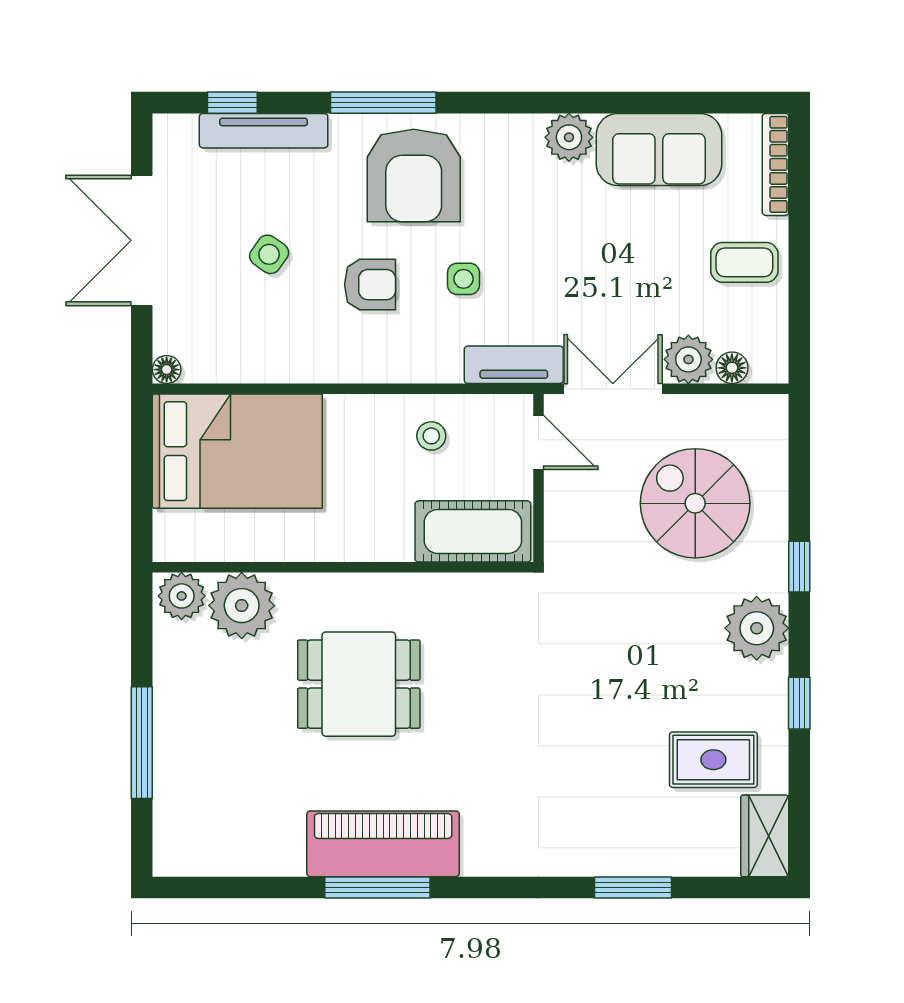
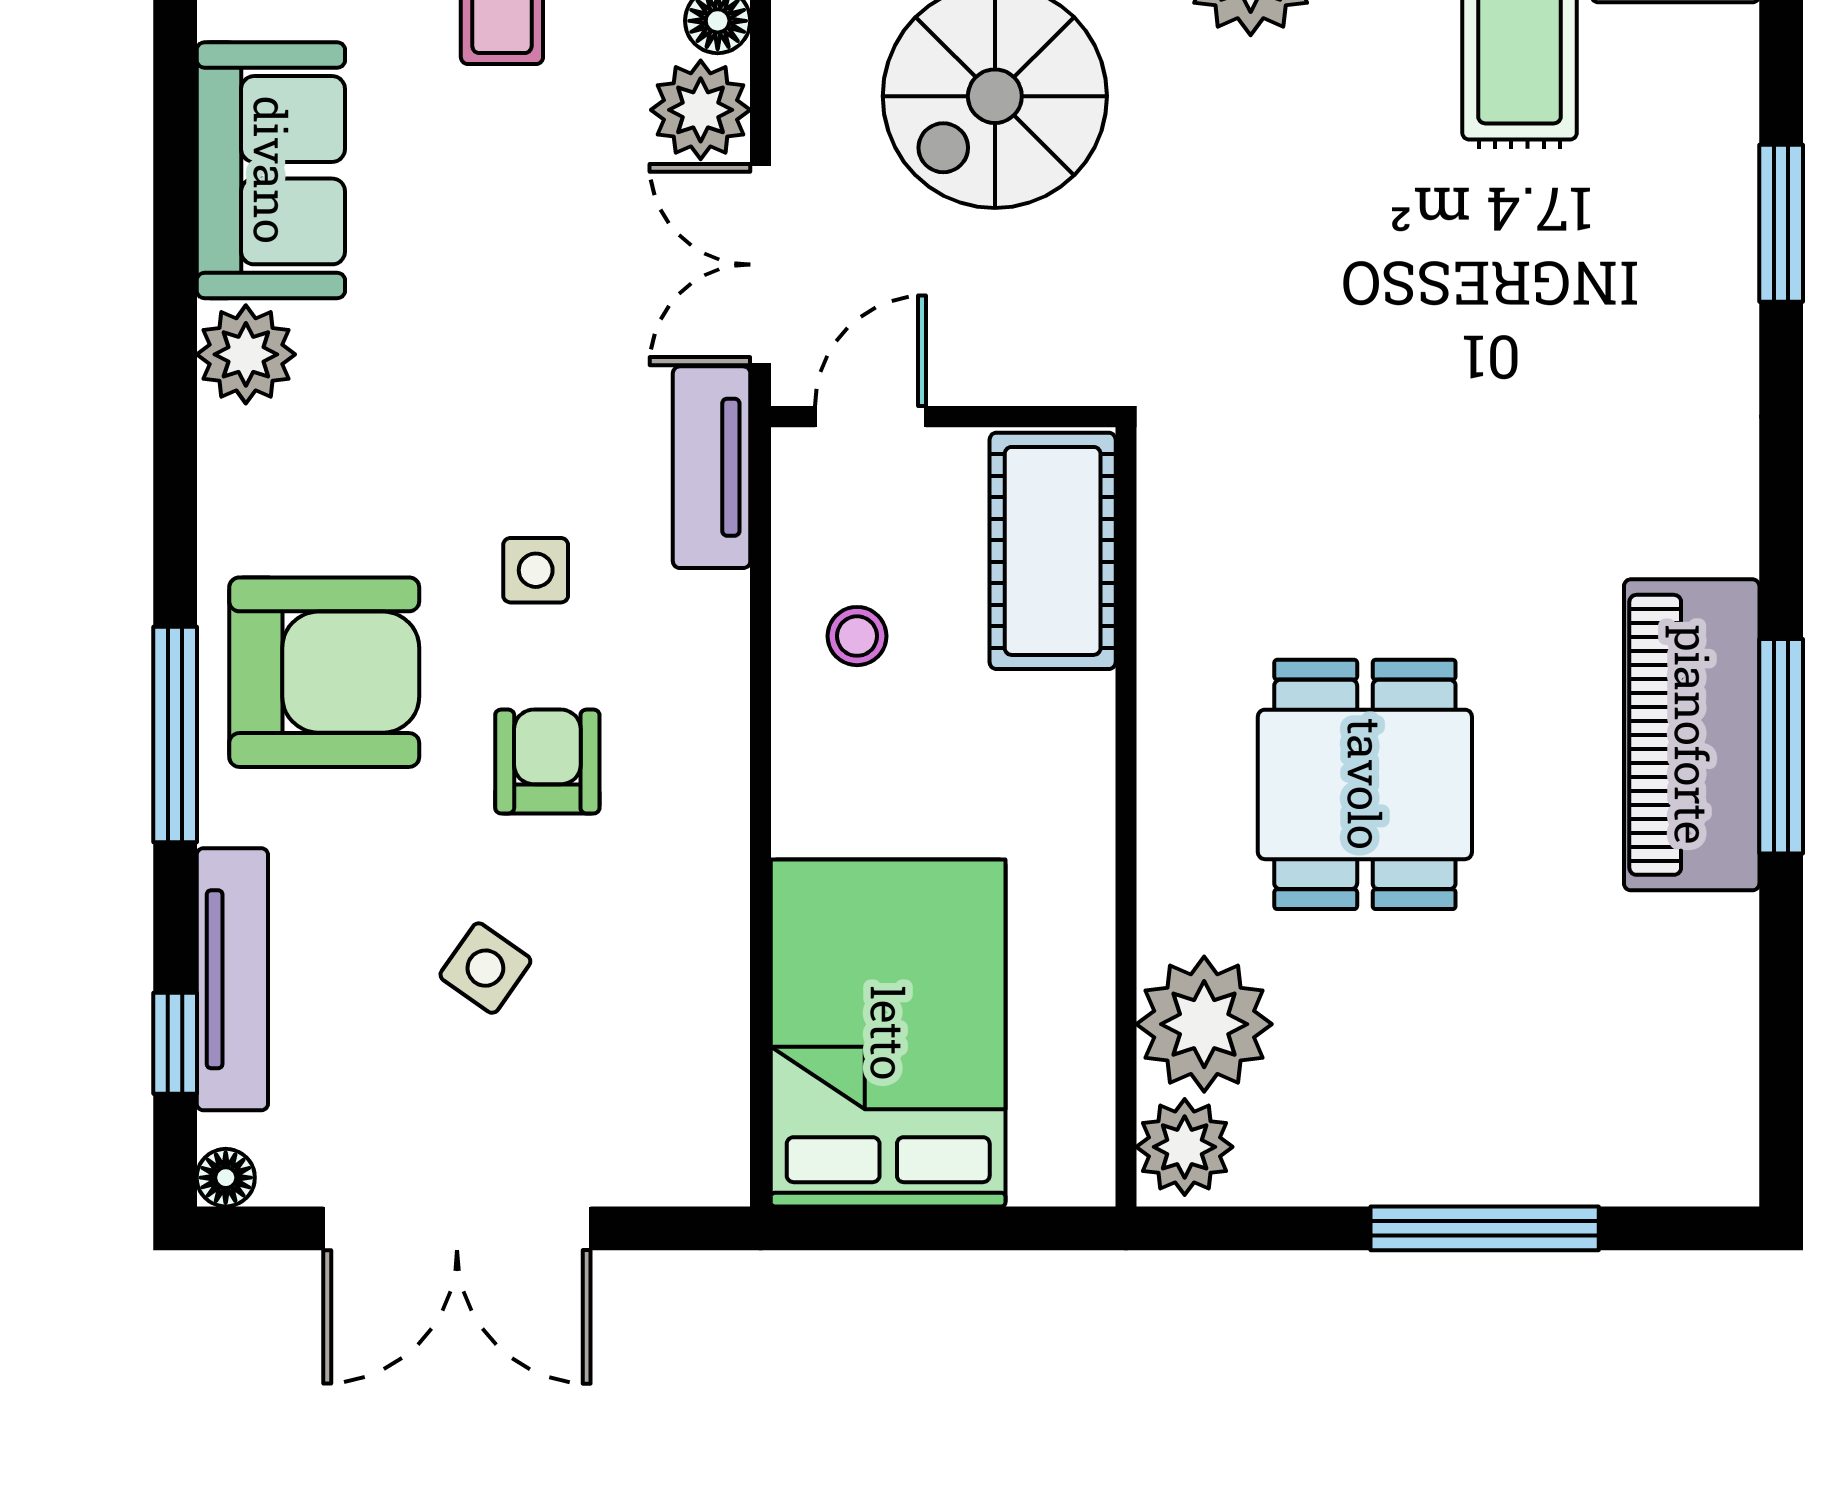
floor lamp: (167, 370) -> (226, 1178), moved

